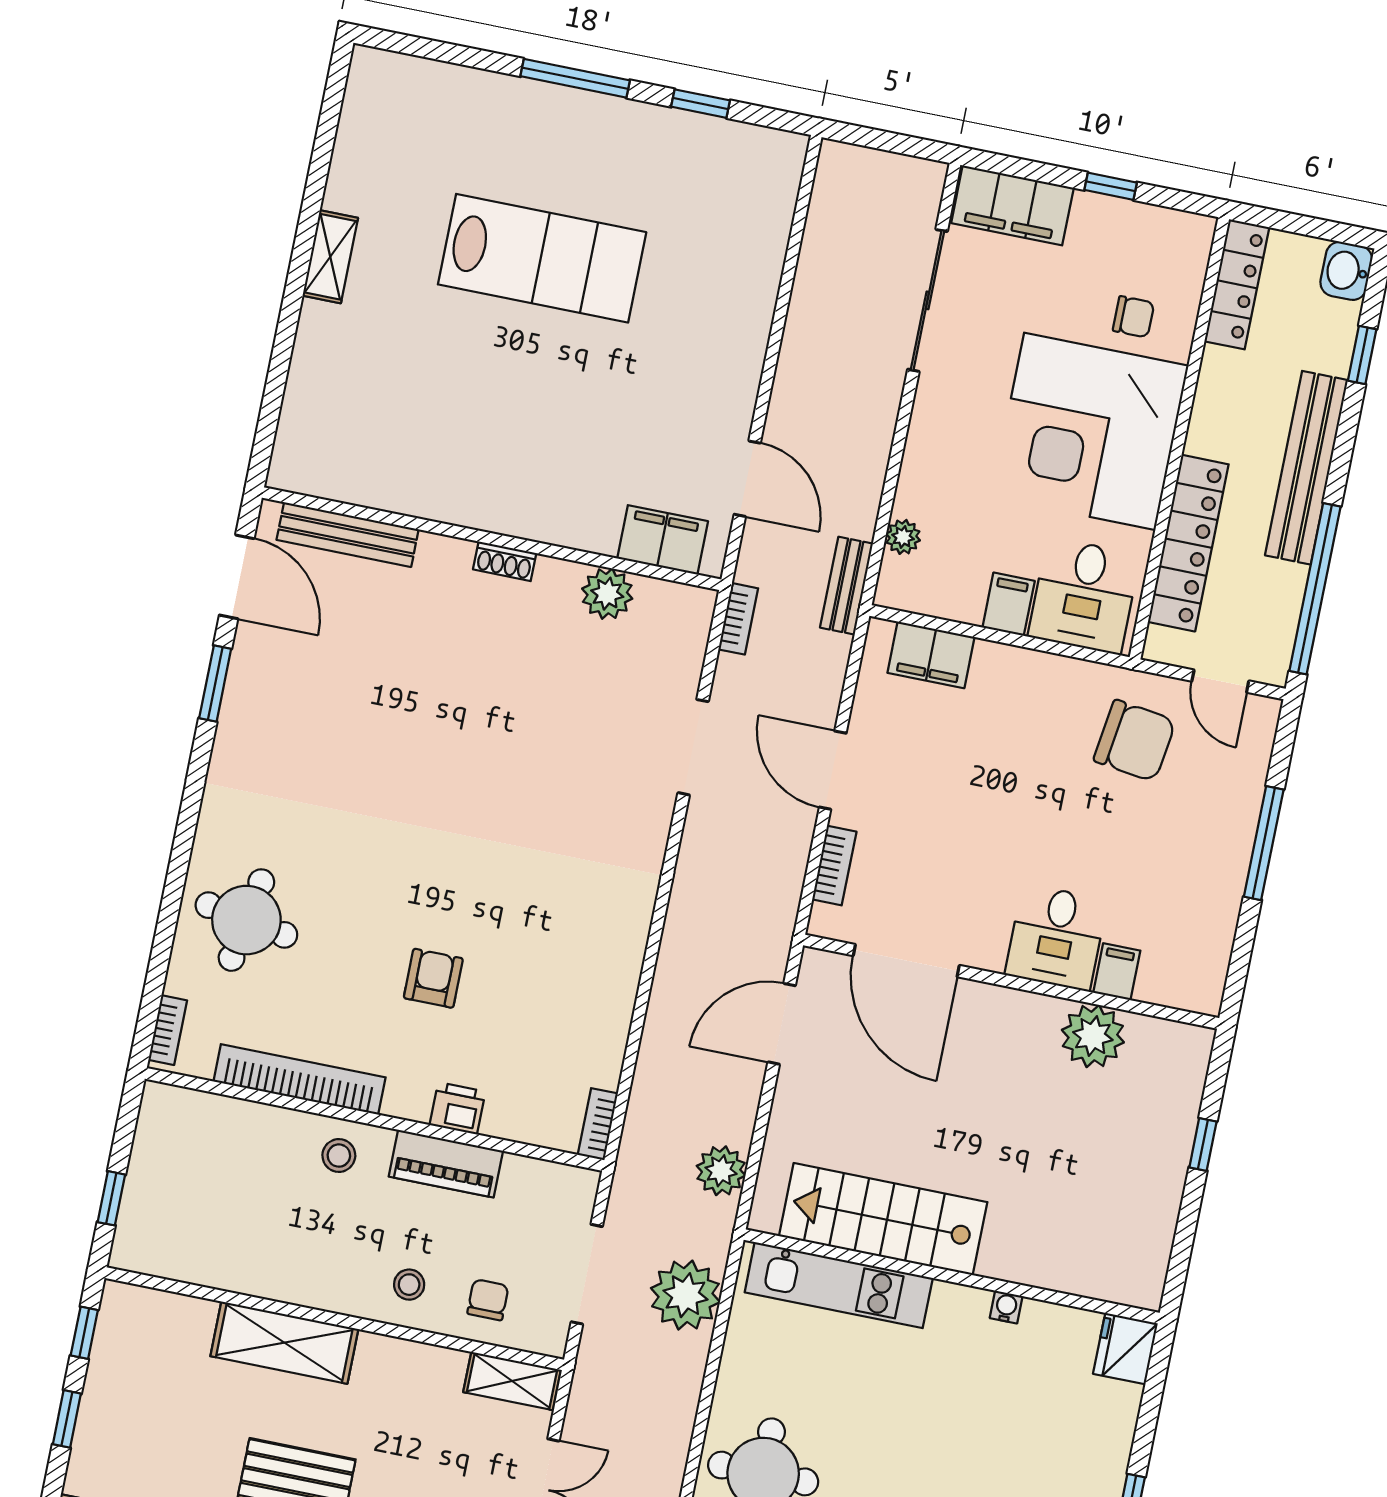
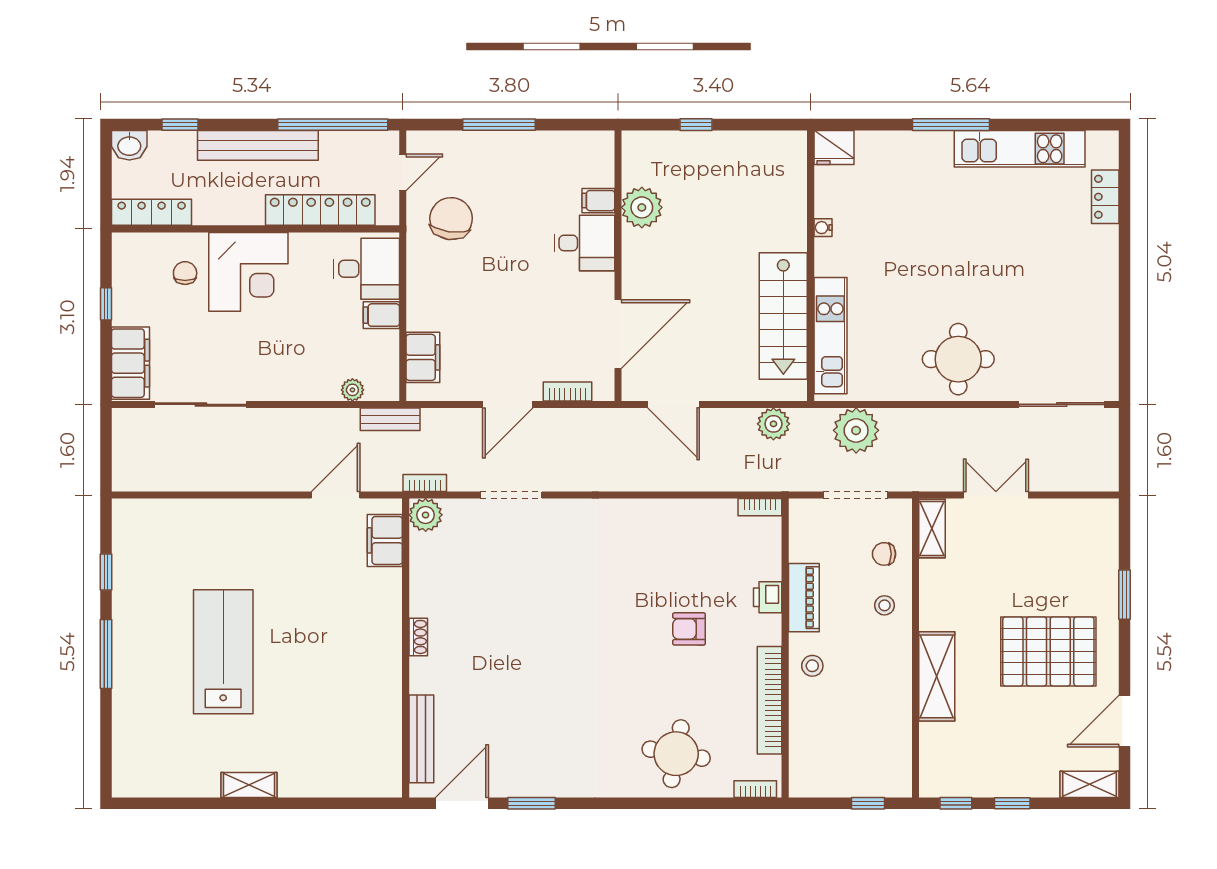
corner desk: (1090, 431) -> (248, 272), width x0.74, depth x0.74
plant: (607, 594) -> (426, 515), moved

